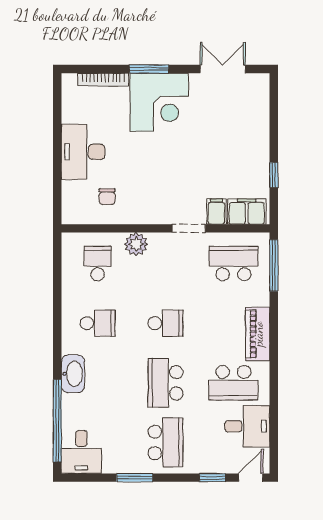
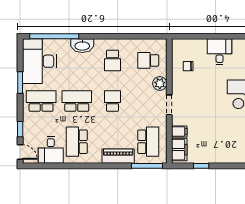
desk: (83, 152) -> (220, 52), width x0.73
doorway: (189, 228) -> (169, 105), moved
school desk: (98, 264) -> (148, 60), turned 180
school desk: (166, 323) -> (112, 101), turned 180
piano: (258, 334) -> (118, 156), moved
school desk: (166, 442) -> (41, 101), turned 180
desk: (81, 452) -> (39, 61), width x1.87, depth x1.30

